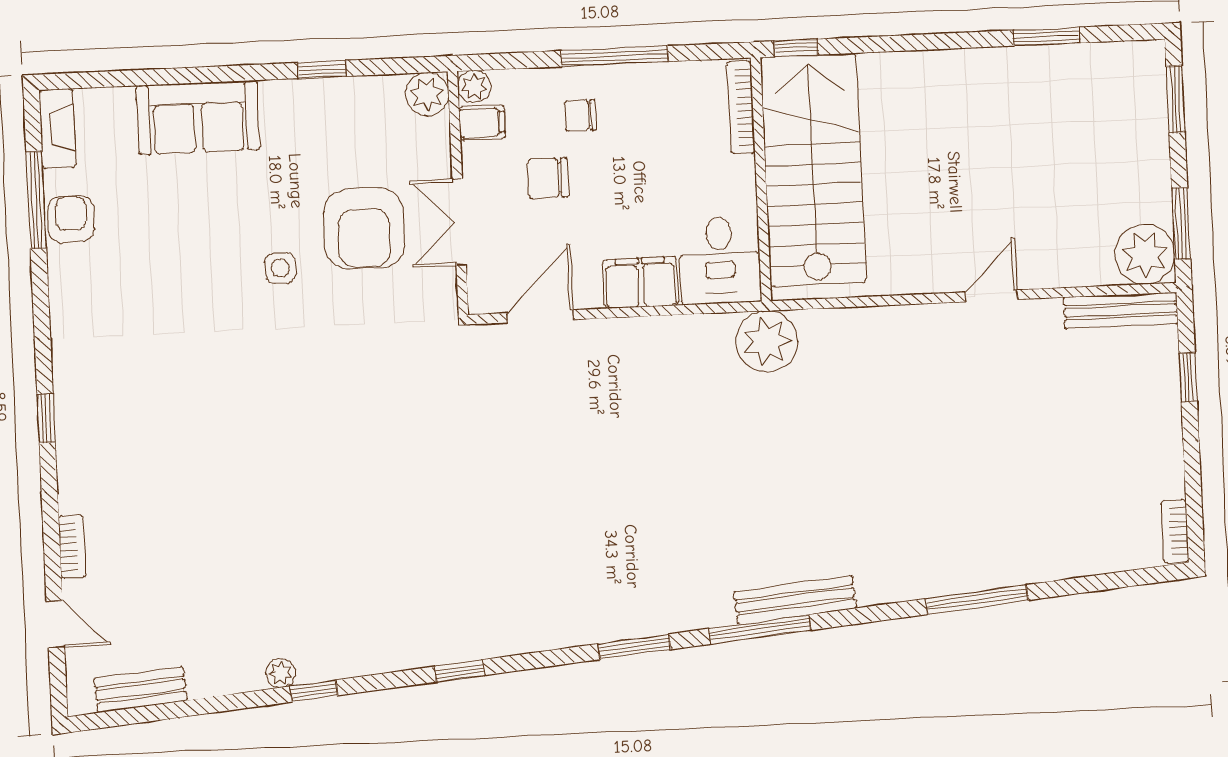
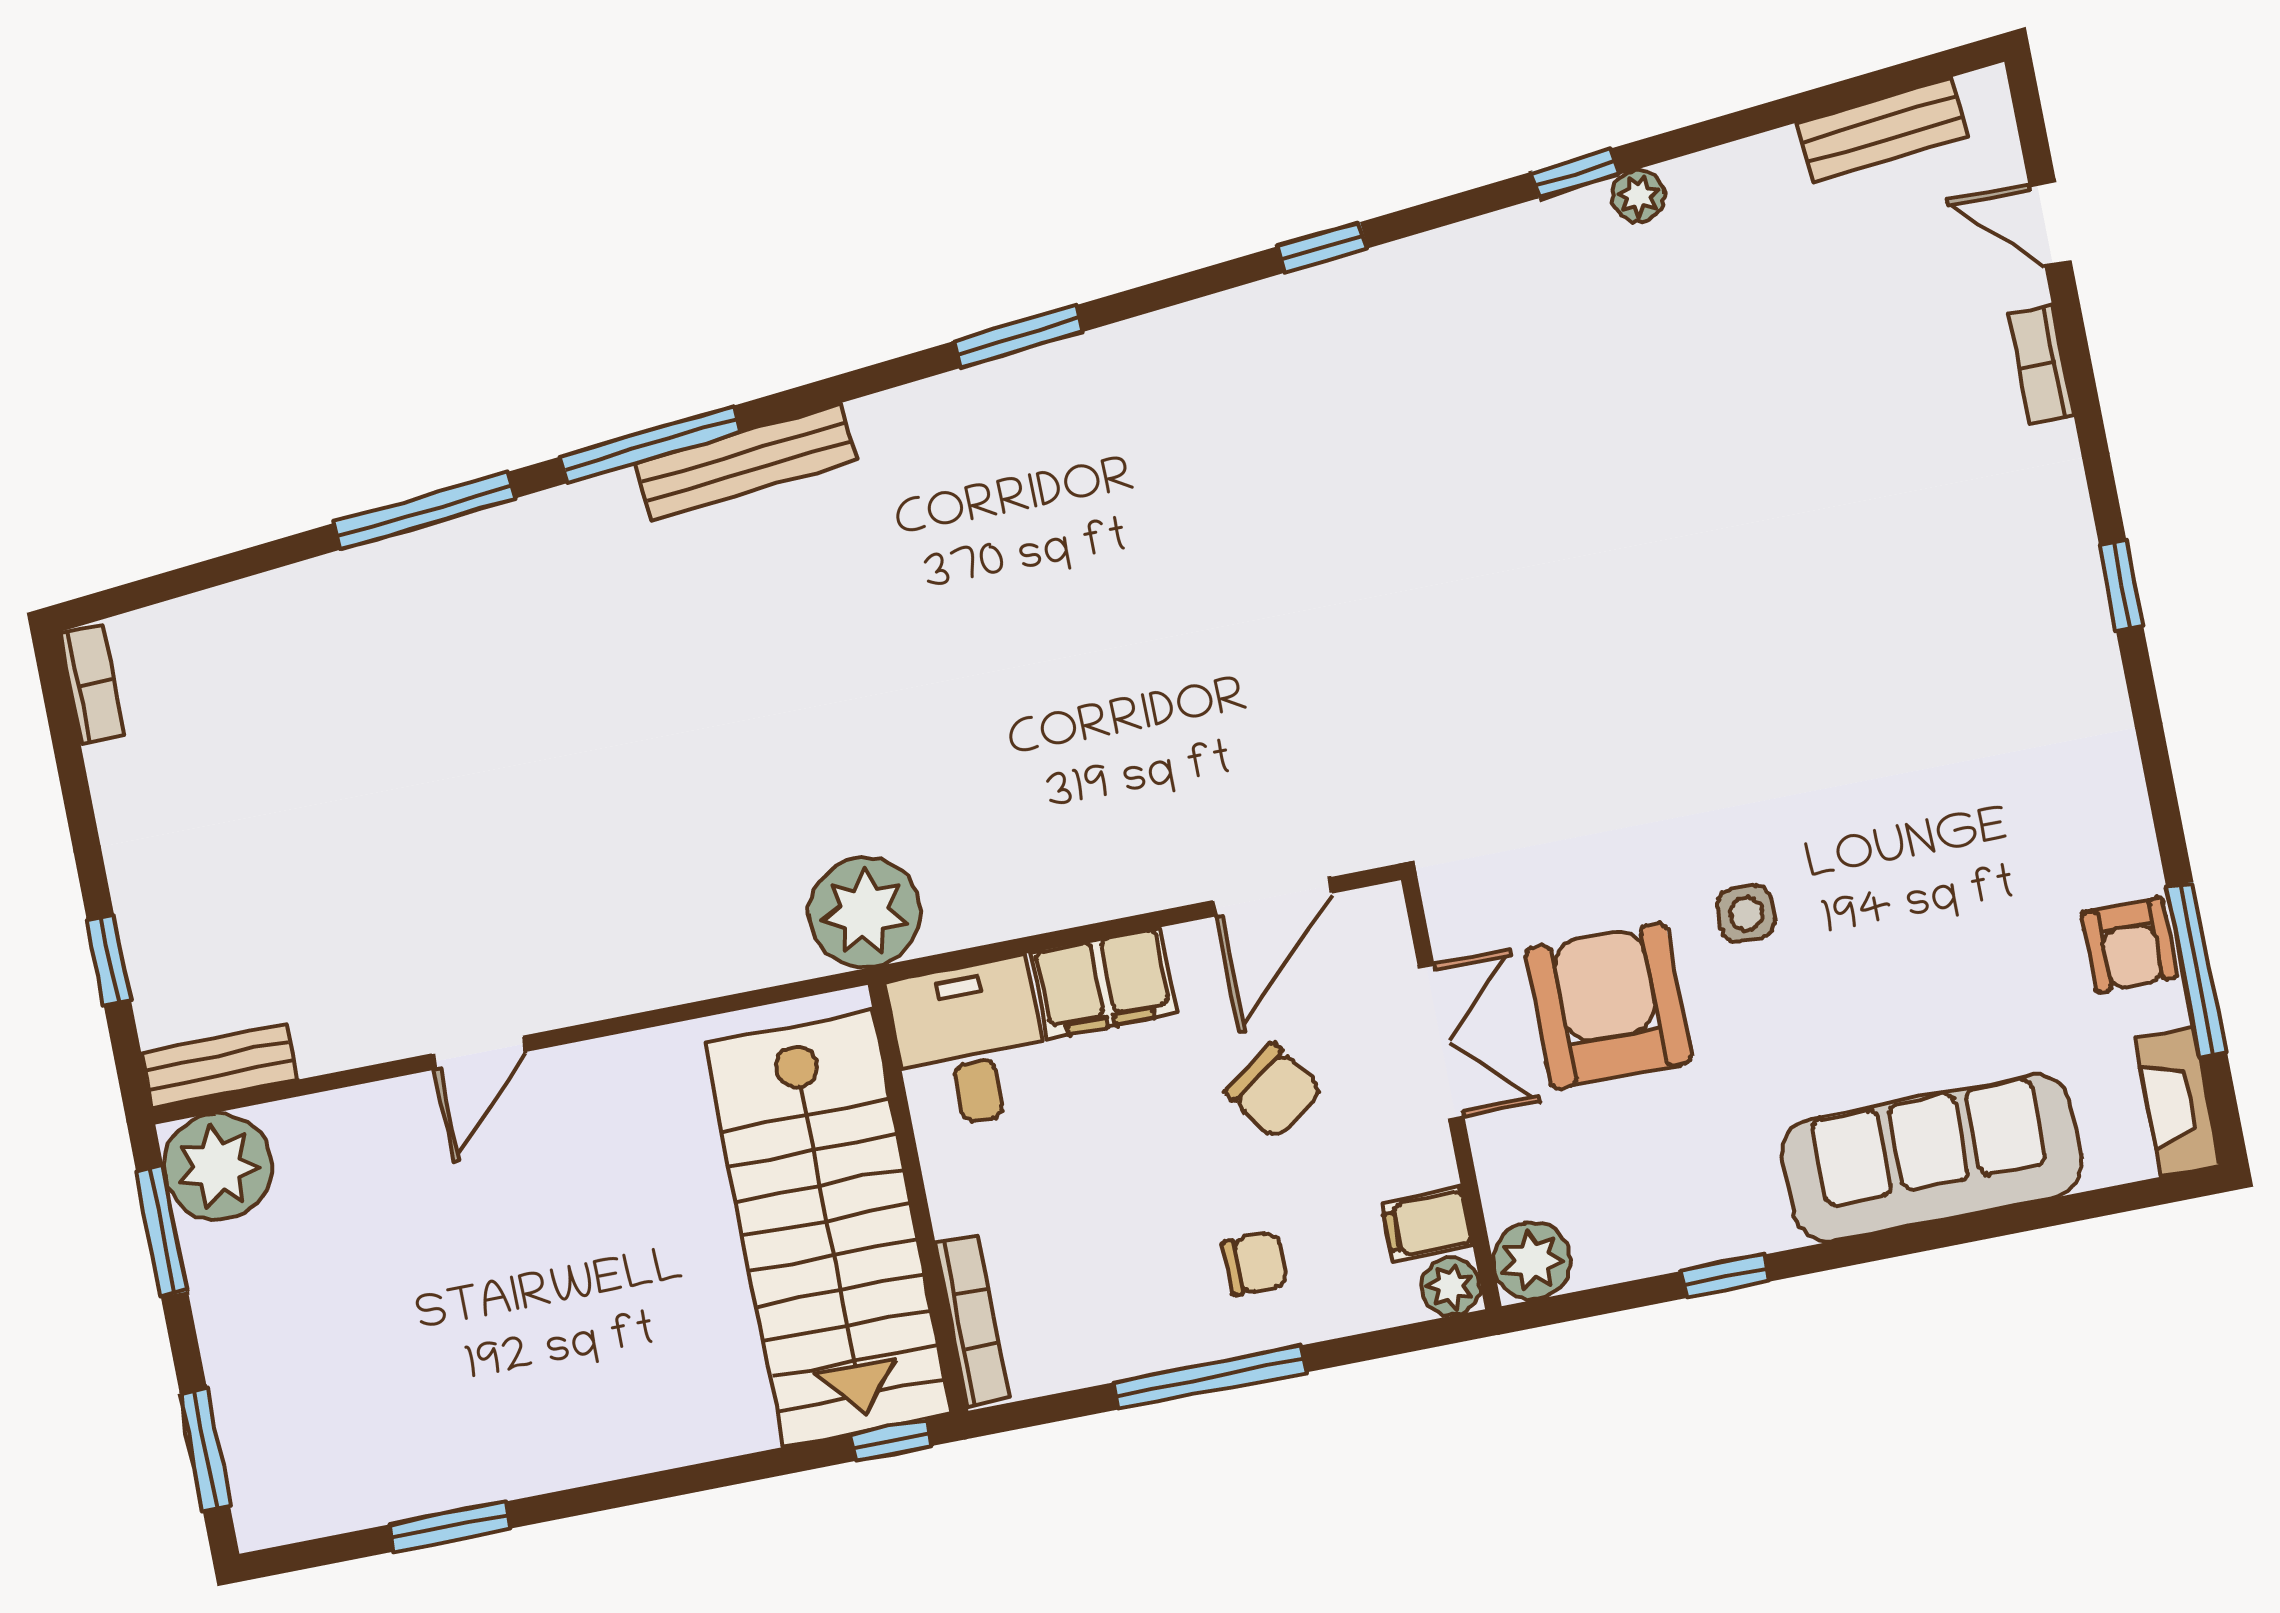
sofa: (198, 118) -> (1932, 1158), width x1.36
chair: (548, 178) -> (1274, 1091), moved, turned 55
bench: (1121, 310) -> (220, 1066), width x0.73
window: (760, 629) -> (651, 444), moved

